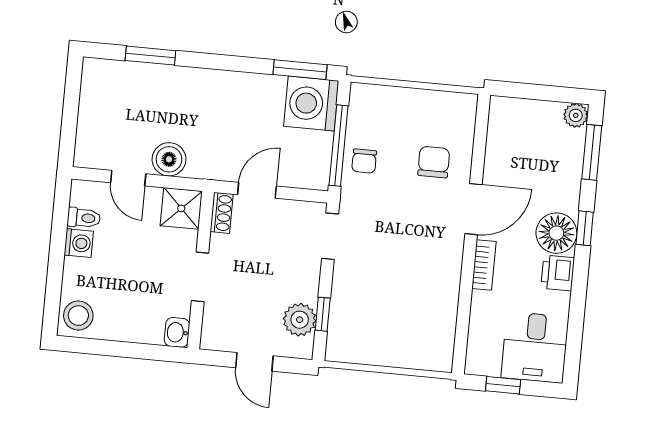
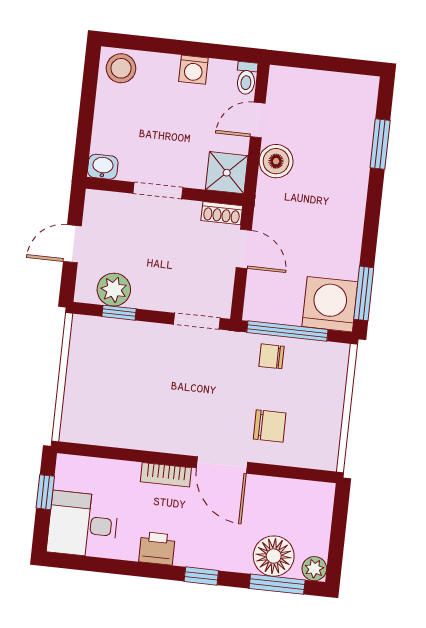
toilet: (84, 218) -> (246, 78), moved
floor lamp: (556, 233) -> (274, 556), moved

